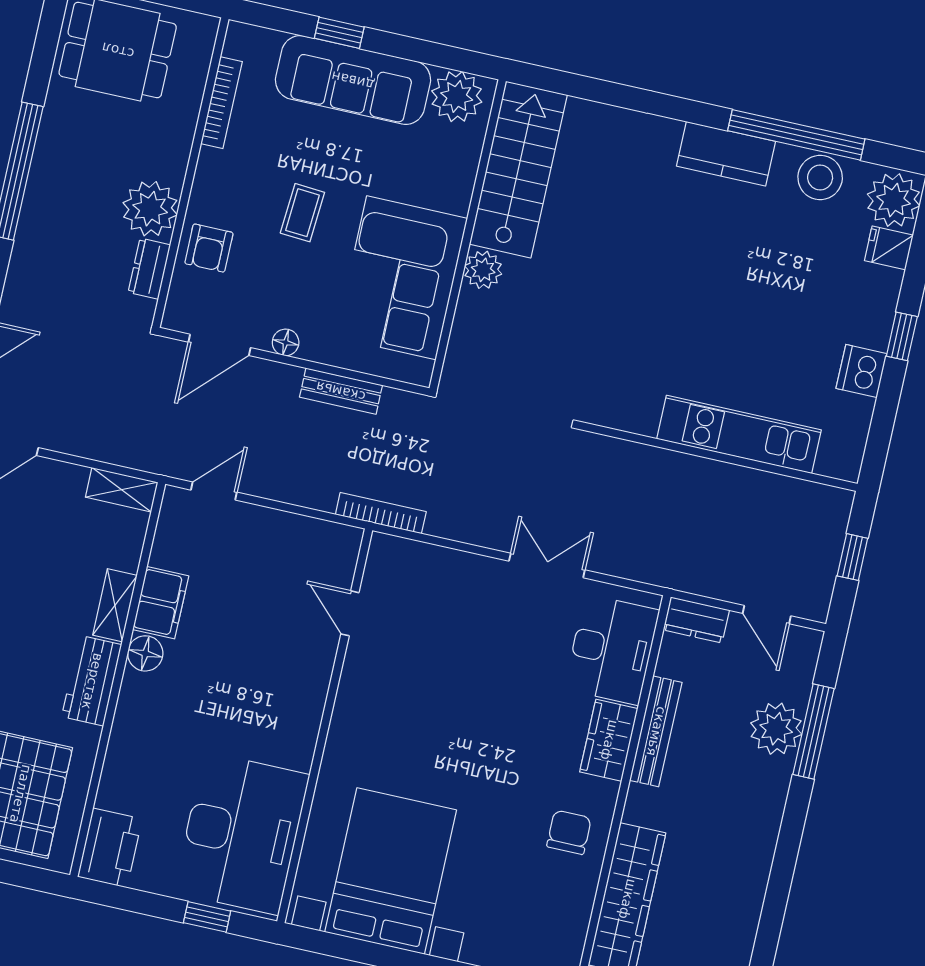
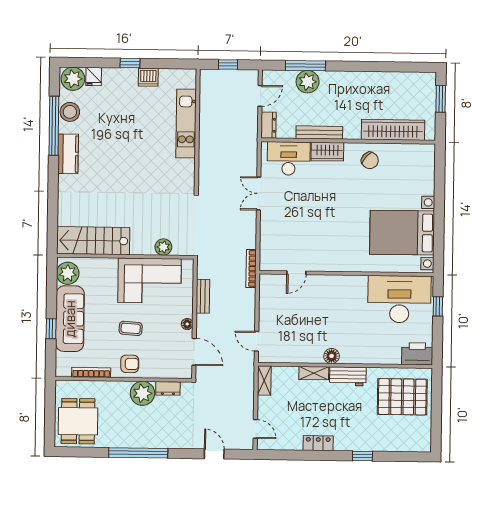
armchair: (209, 248) -> (130, 364), moved
plant: (483, 270) -> (163, 247), moved
filing cabinet: (161, 603) -> (309, 354), removed
chair: (569, 832) -> (370, 160), turned -137

